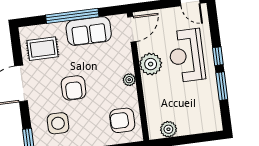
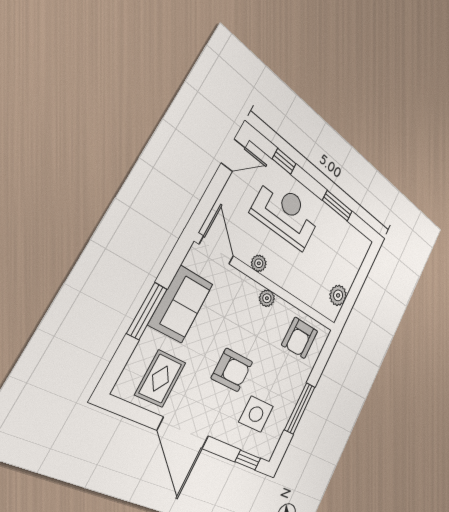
window: (72, 16) -> (147, 311), width x0.68
reception desk: (187, 56) -> (286, 214), turned 180
window: (218, 56) -> (284, 161), moved
plant: (151, 64) -> (259, 263), width x0.53, depth x0.53

